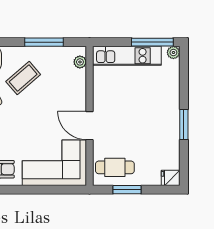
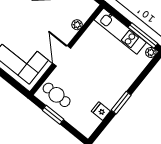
plant: (80, 62) -> (77, 25), moved
fridge: (171, 178) -> (101, 111), moved

